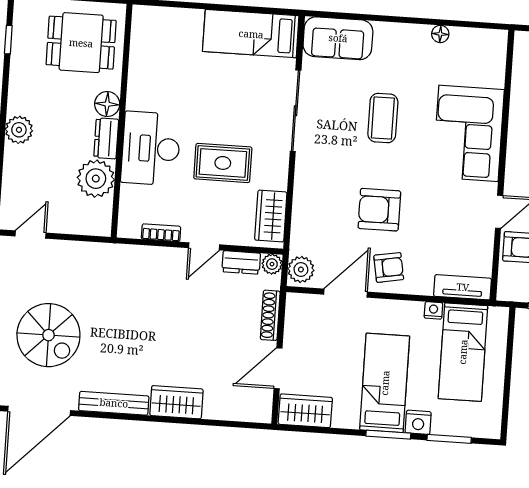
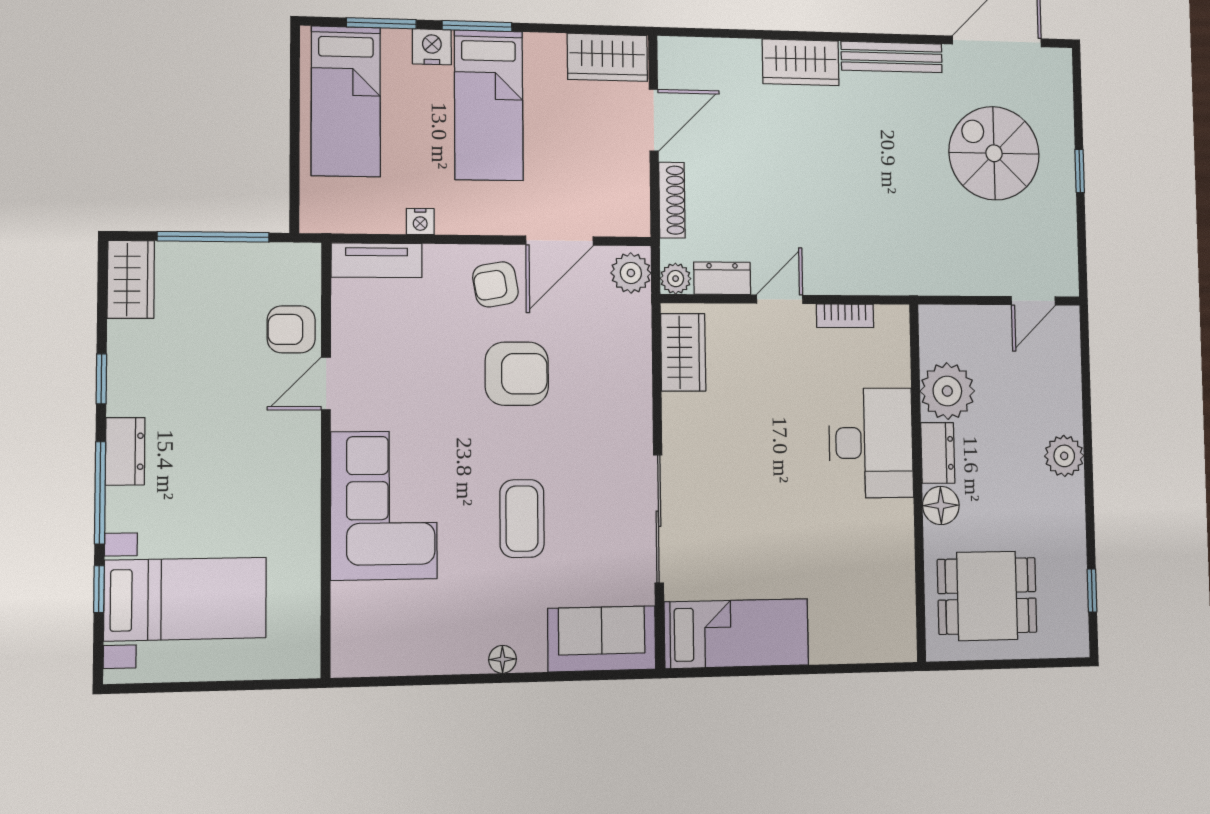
floor lamp: (440, 34) -> (503, 659), moved
rug: (223, 163) -> (762, 429), removed
bed: (463, 352) -> (346, 101), moved, turned 180

